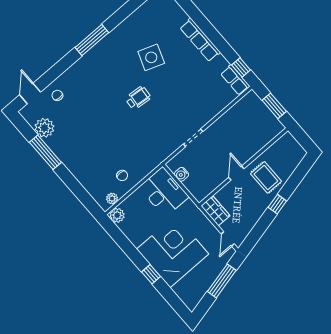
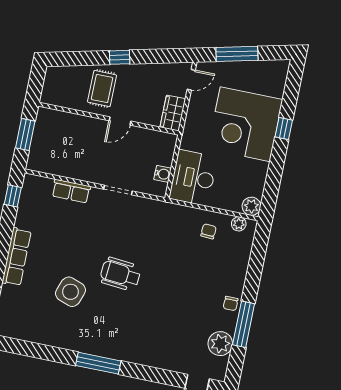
row of seats: (235, 80) -> (71, 191), moved, turned 90
chair: (57, 95) -> (231, 303), moved
wheelchair: (138, 98) -> (120, 274), width x1.36, depth x1.37

